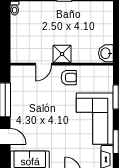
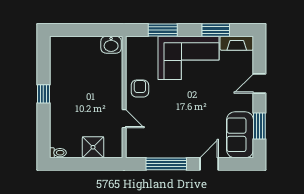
shower: (62, 54) -> (93, 147), moved

